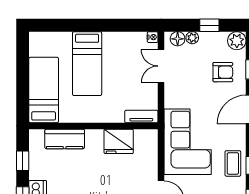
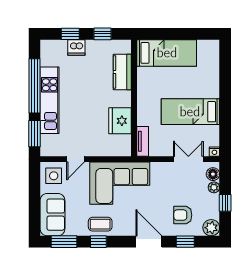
bed: (87, 64) -> (190, 112), moved
armchair: (223, 72) -> (183, 215), turned 90

